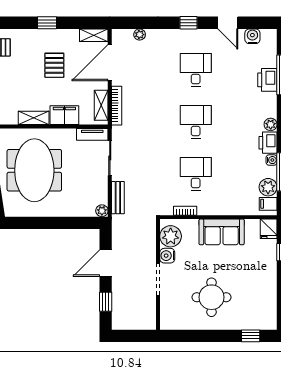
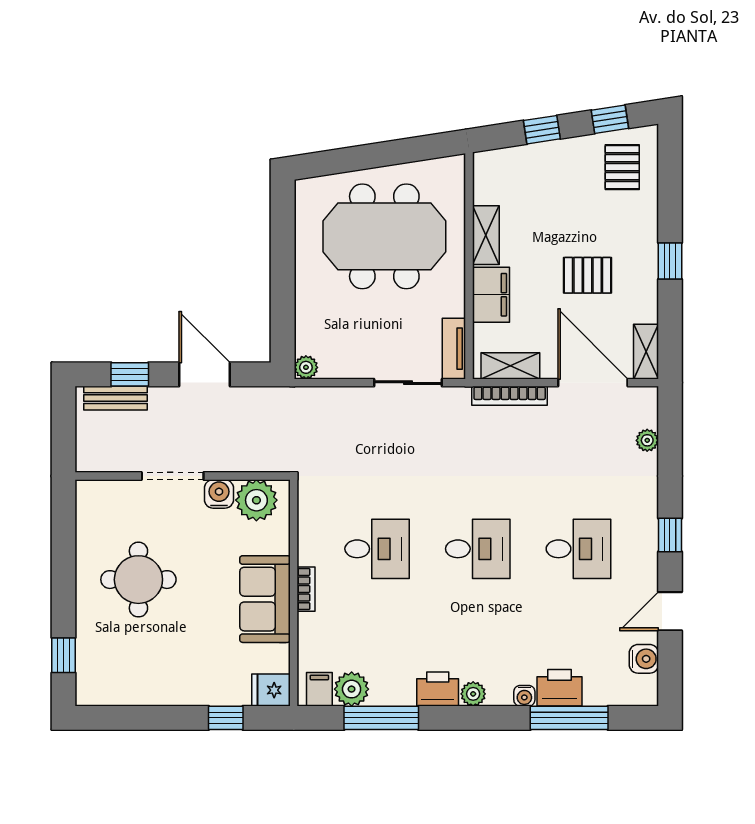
water cooler: (272, 160) -> (524, 696), moved
bench: (118, 198) -> (116, 398), moved
bookcase: (185, 211) -> (306, 589), moved

